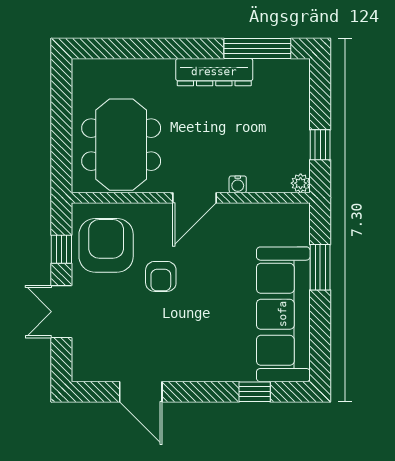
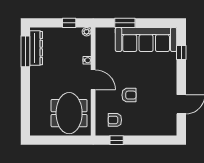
dresser: (214, 72) -> (36, 48), moved
meeting table: (121, 145) -> (69, 113), turned 90
armchair: (106, 245) -> (115, 120), width x0.53, depth x0.53
double door: (61, 312) -> (145, 140), removed

